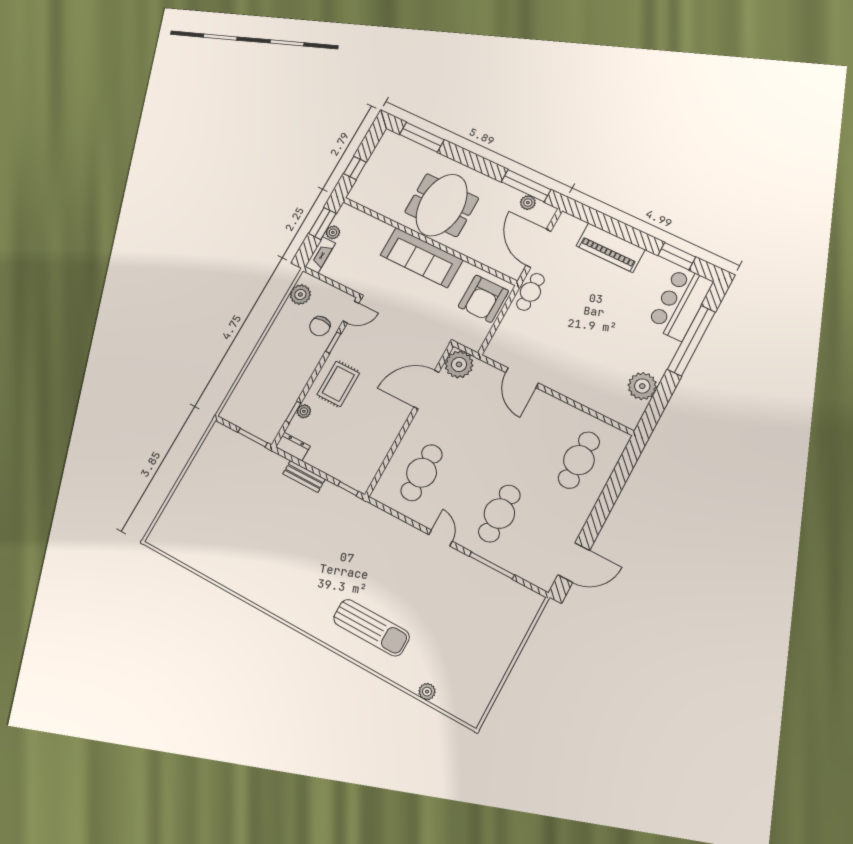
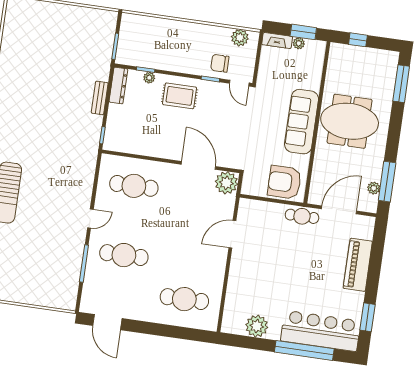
bar counter: (680, 303) -> (321, 331), width x1.36
dresser: (293, 447) -> (118, 86), width x1.44

